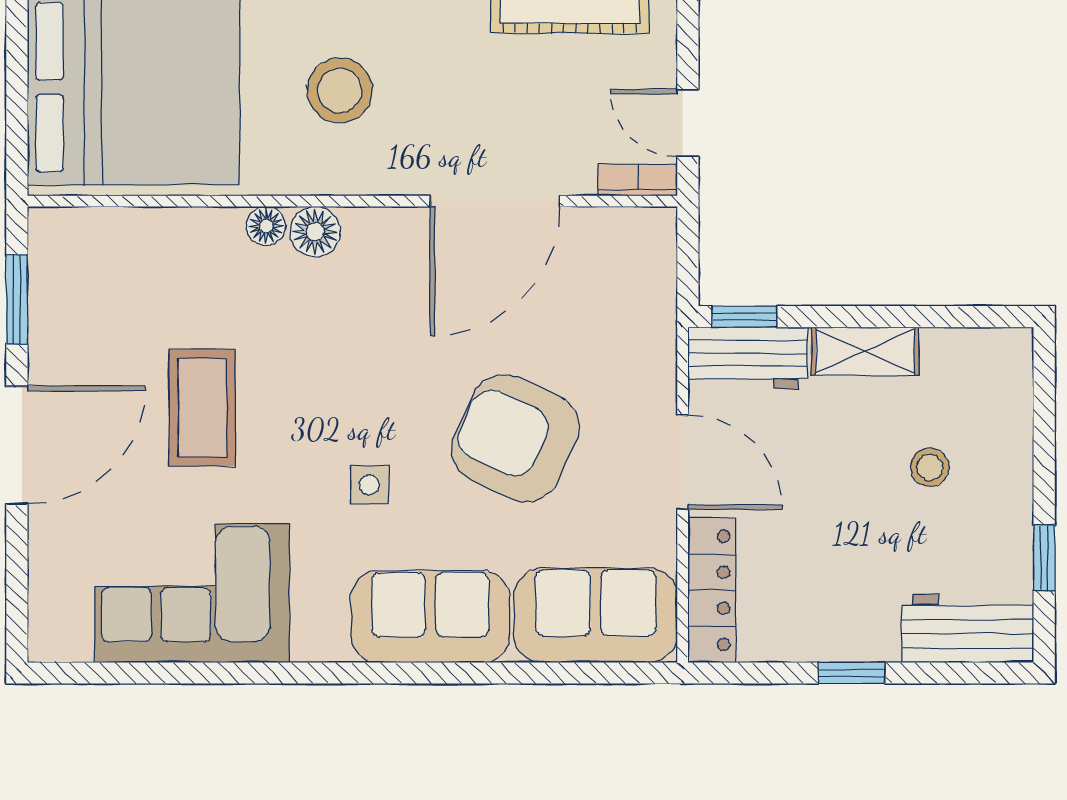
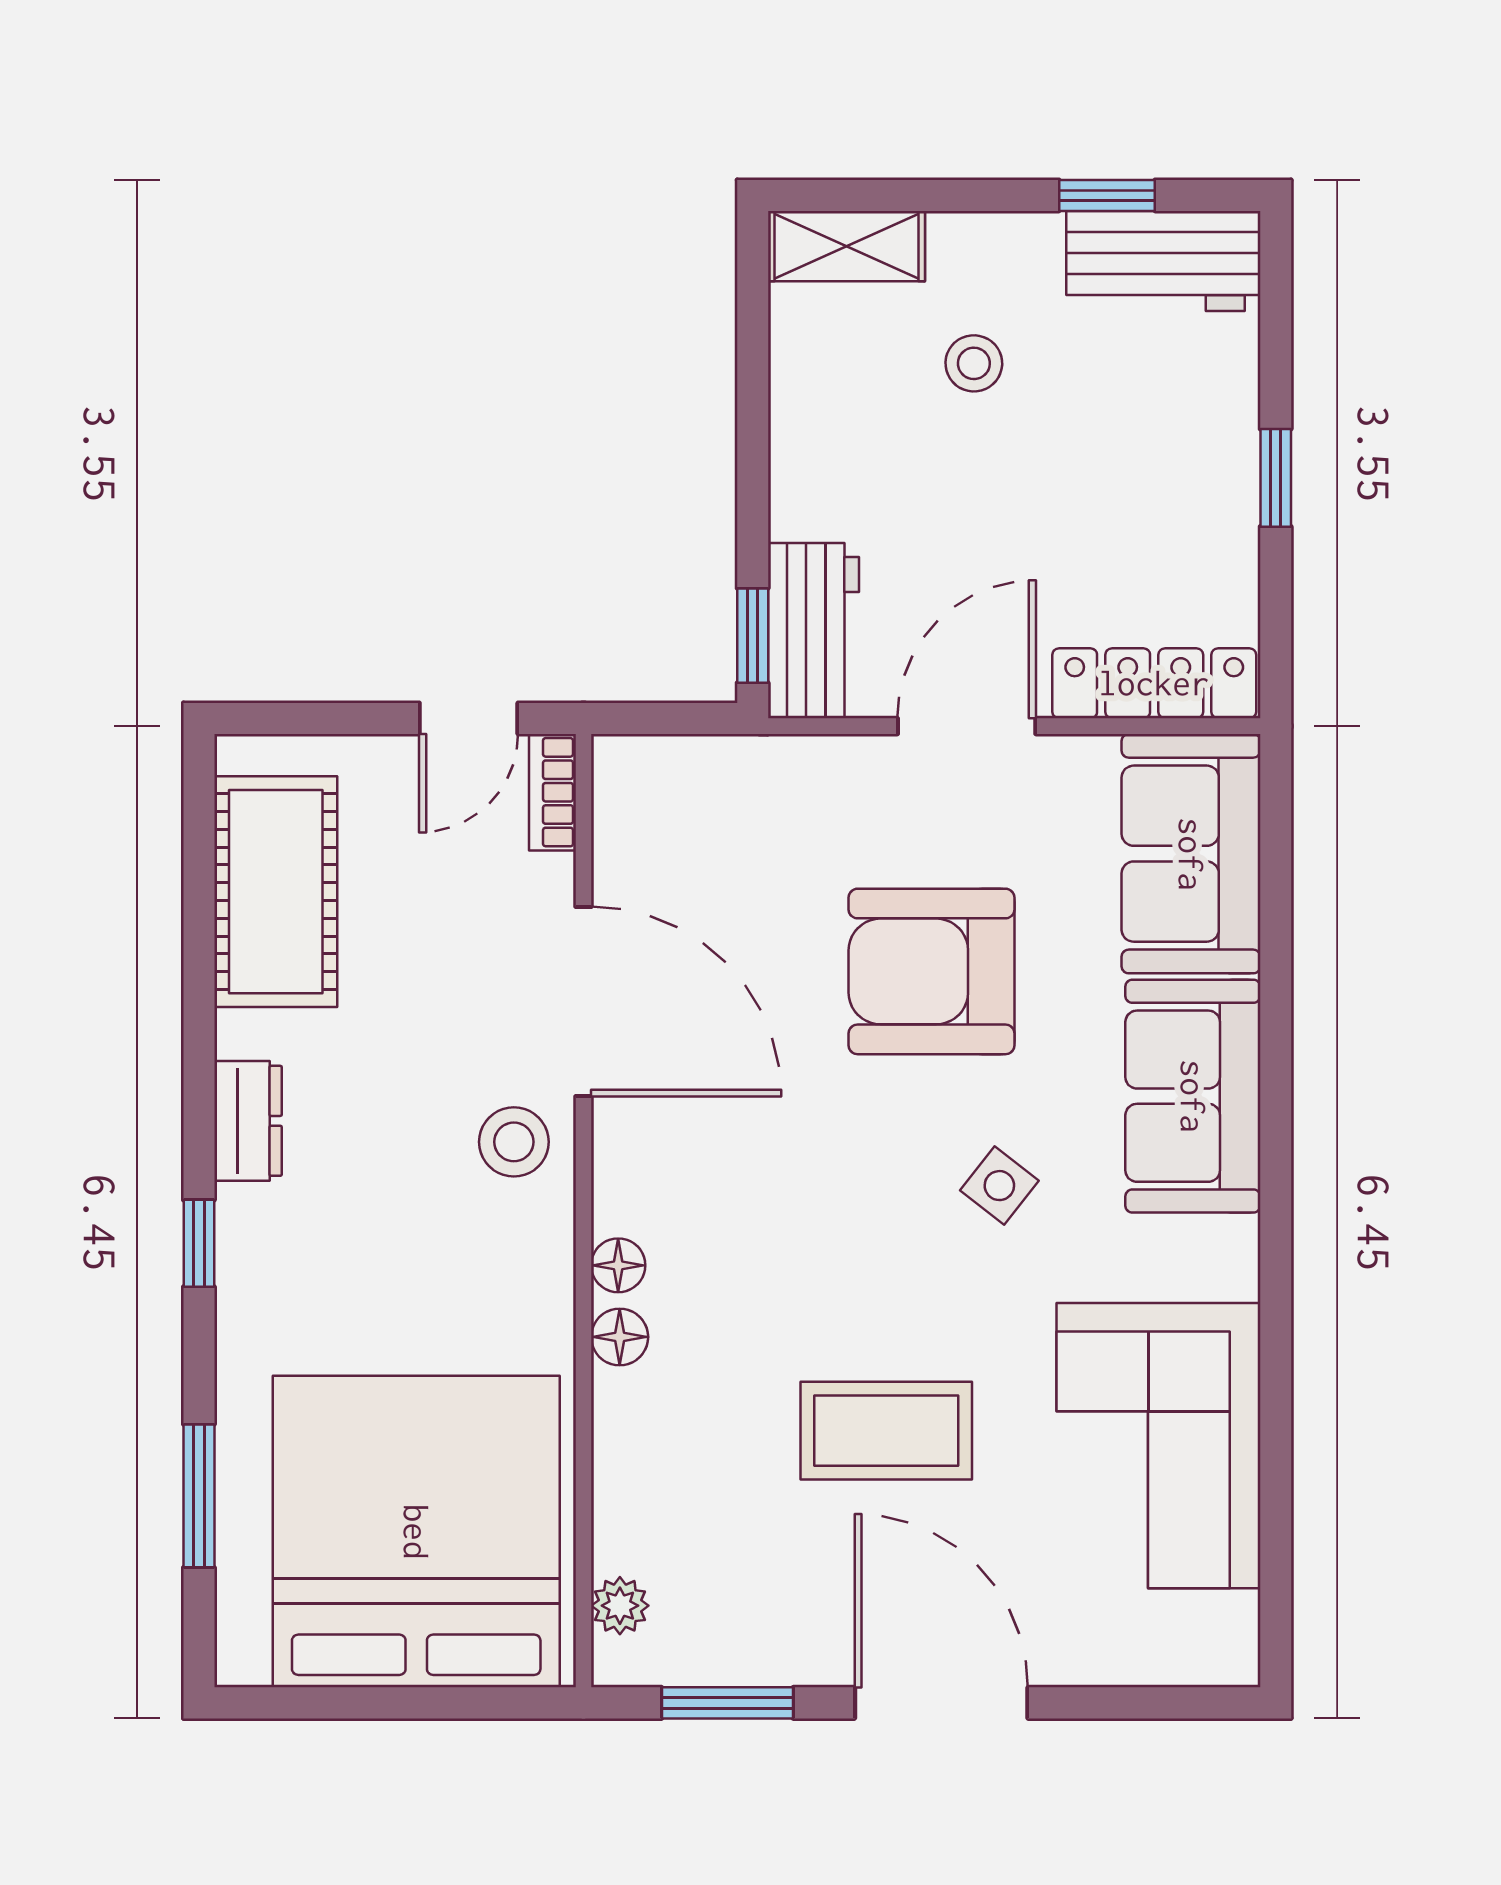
stool: (340, 90) -> (514, 1142), moved, width x0.73, depth x0.73
plant: (83, 226) -> (620, 1606), added
floor lamp: (315, 232) -> (618, 1265), width x0.73, depth x0.73
shelving: (865, 351) -> (846, 246), moved, turned 90
armchair: (515, 438) -> (932, 971), turned 65
side table: (369, 485) -> (999, 1186), turned 38
workbench: (968, 628) -> (1163, 261), moved, turned -90

